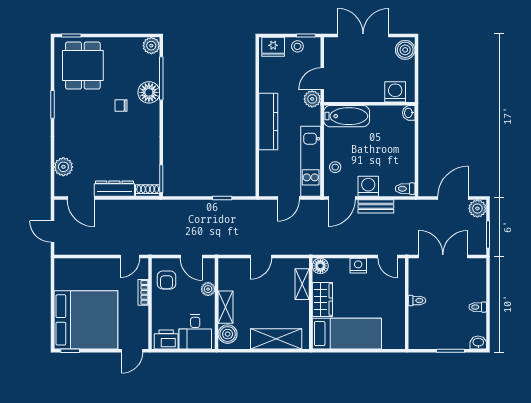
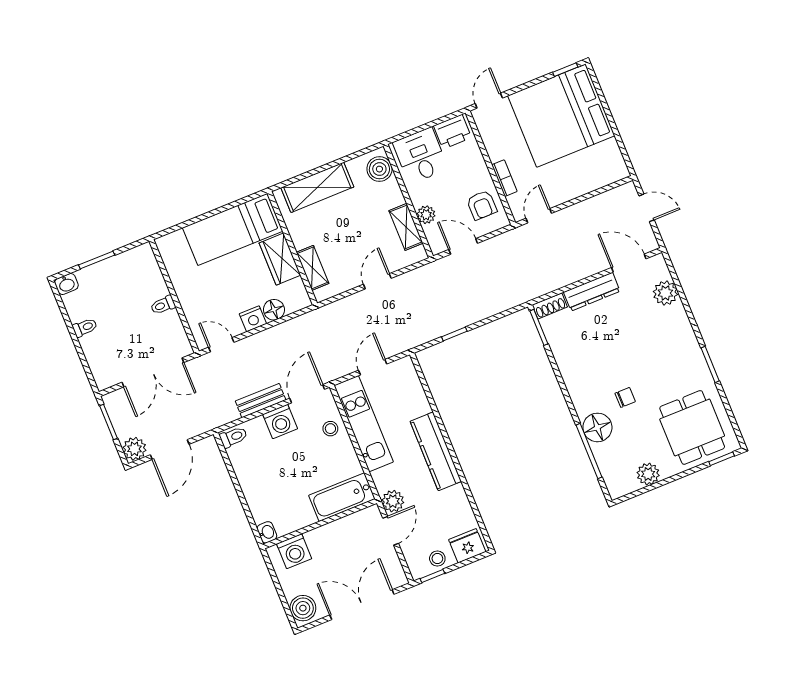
double door: (363, 36) -> (362, 605), swing flipped
plant: (151, 46) -> (648, 474), moved
floor lamp: (320, 266) -> (274, 310), moved
armchair: (167, 280) -> (482, 205), turned 180
shelving: (226, 307) -> (406, 227), moved

